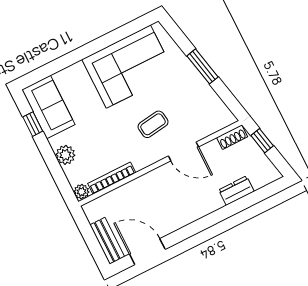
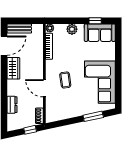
window: (203, 66) -> (93, 116), moved
door: (183, 151) -> (44, 88), hinge flipped
wardrobe: (176, 218) -> (13, 68), added

